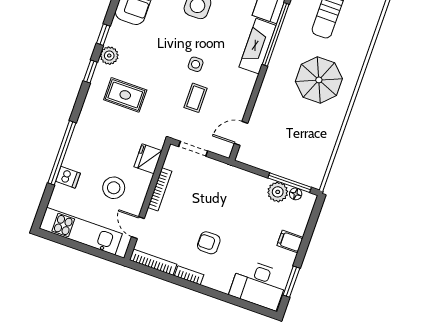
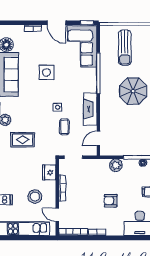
fireplace: (258, 46) -> (90, 109), moved
plant: (278, 192) -> (116, 165), moved
armchair: (209, 243) -> (111, 201), moved

